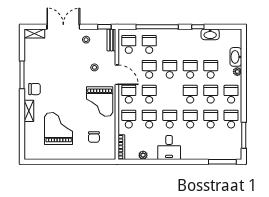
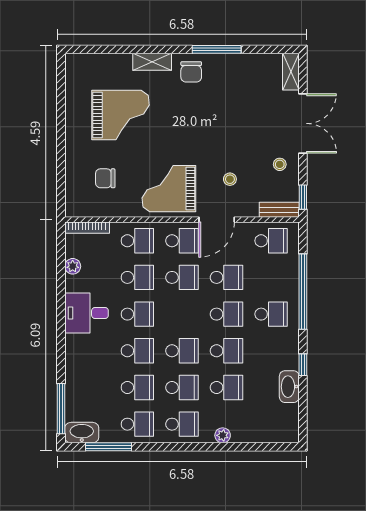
school desk: (149, 44) -> (271, 314), moved
washbasin: (236, 57) -> (82, 433), moved

